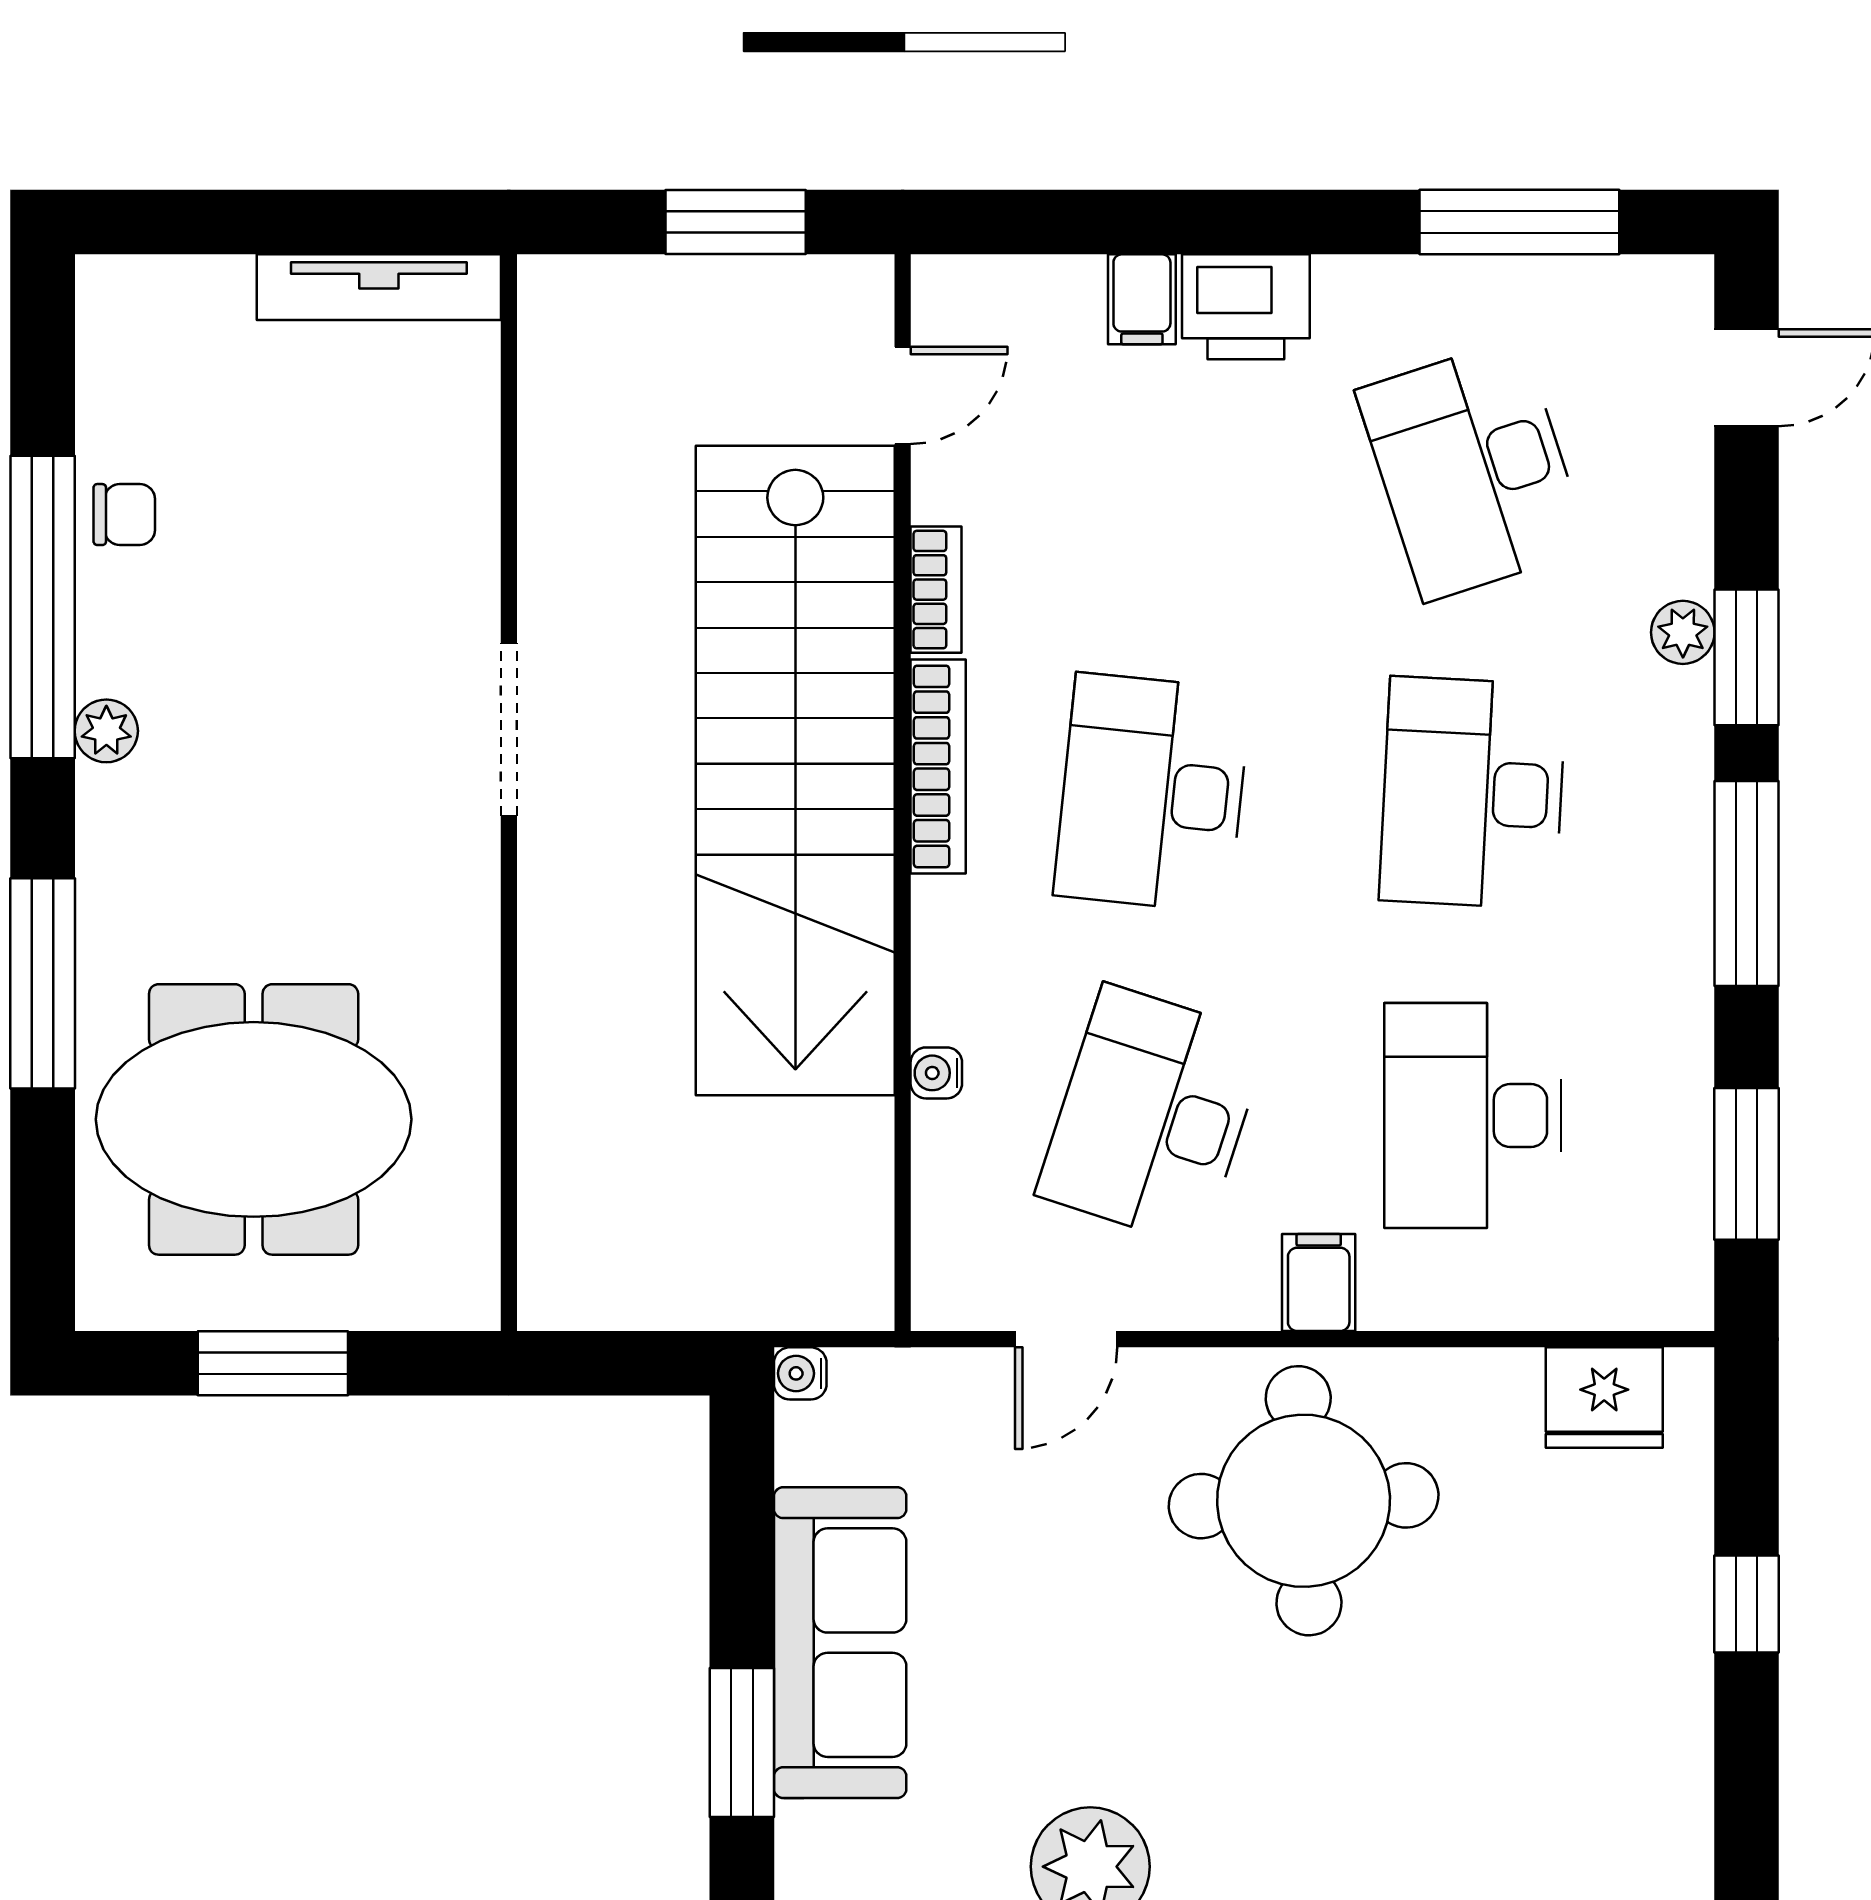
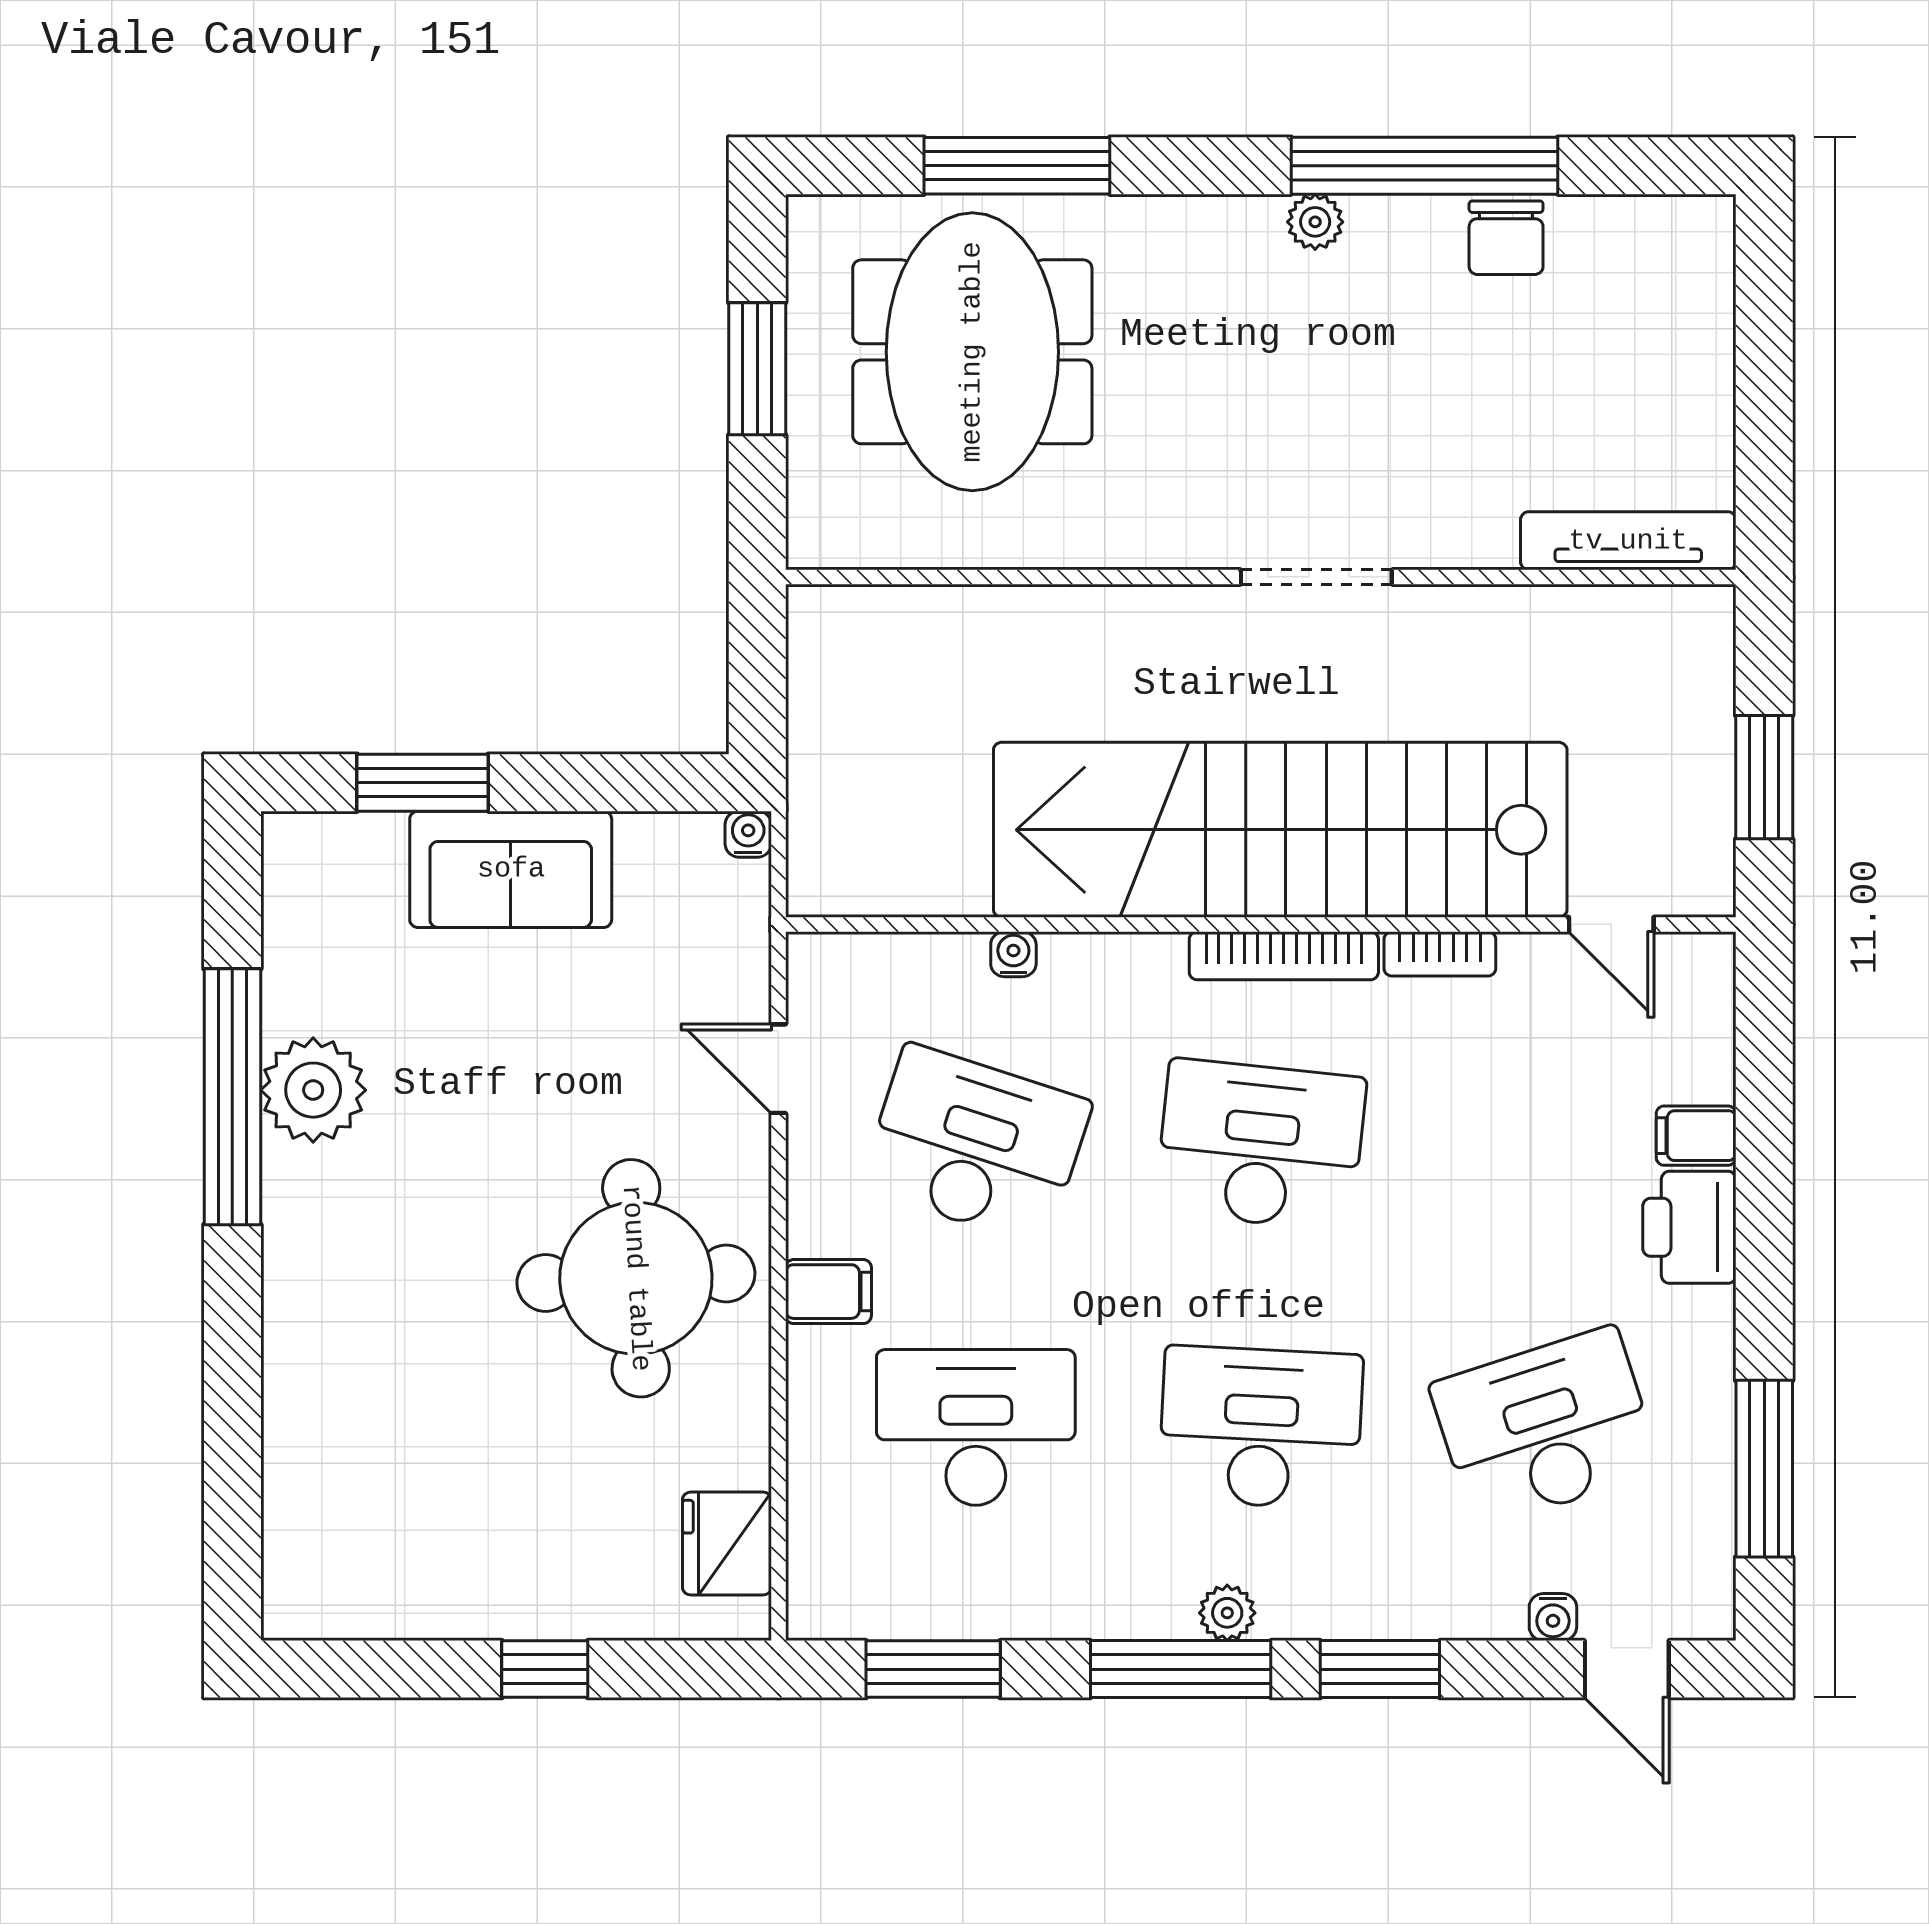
tv unit: (379, 287) -> (1628, 541), moved, turned 90
water cooler: (1688, 461) -> (1553, 1617), added
chair: (124, 515) -> (1506, 238), width x1.37, depth x1.37
plant: (1683, 632) -> (1227, 1613), moved
window: (43, 983) -> (1017, 166), moved
sofa: (840, 1643) -> (511, 869), width x0.73

